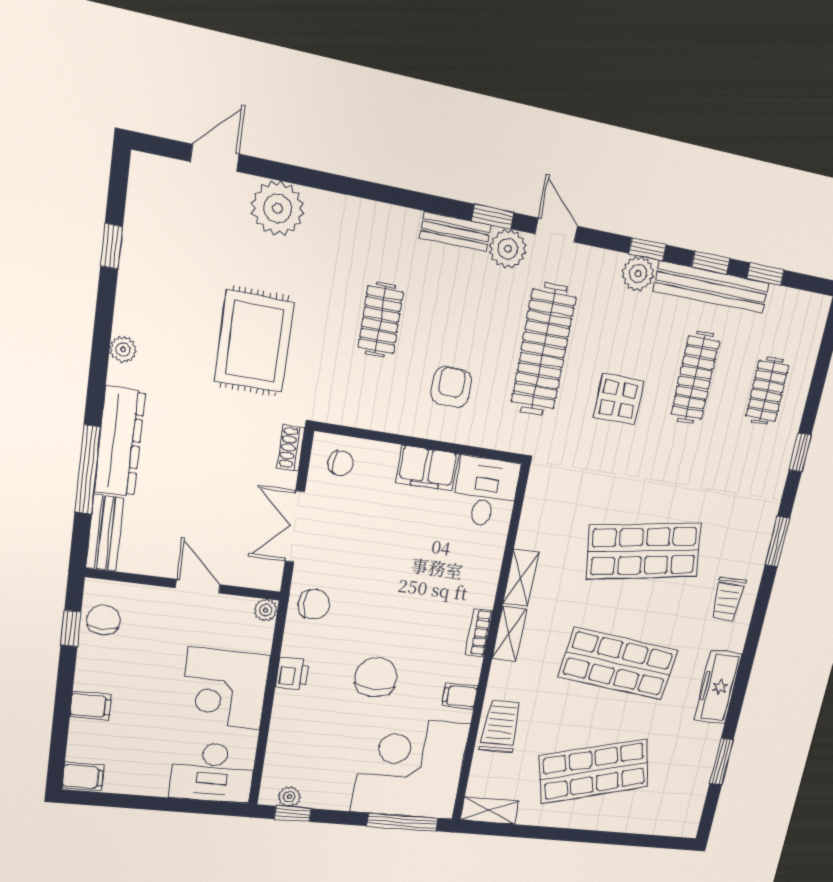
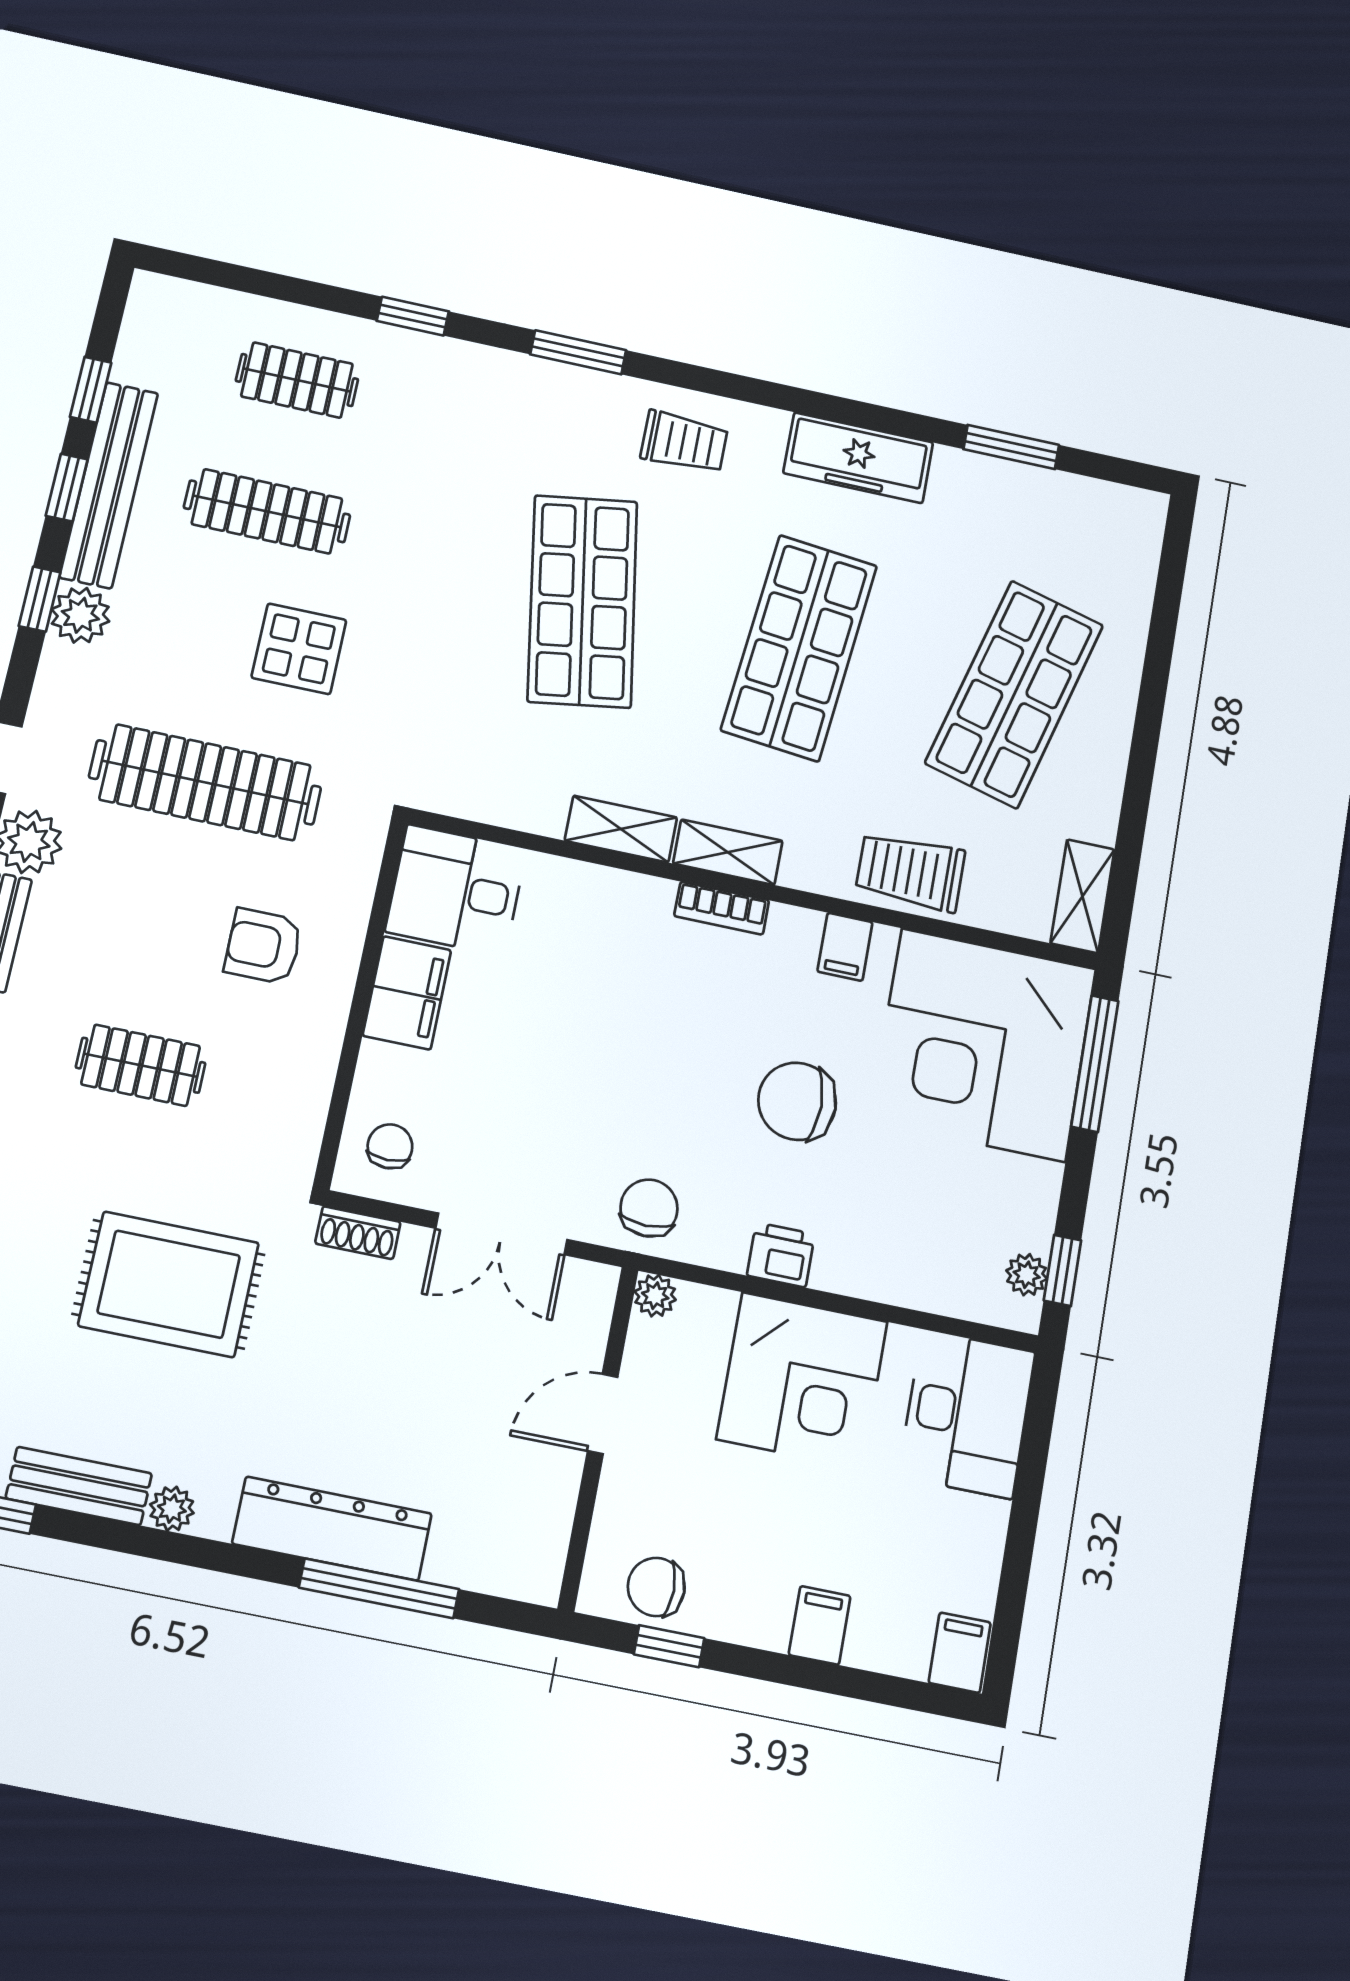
bench: (105, 533) -> (79, 1486), moved
shop shelf: (594, 771) -> (1014, 694), turned 30

